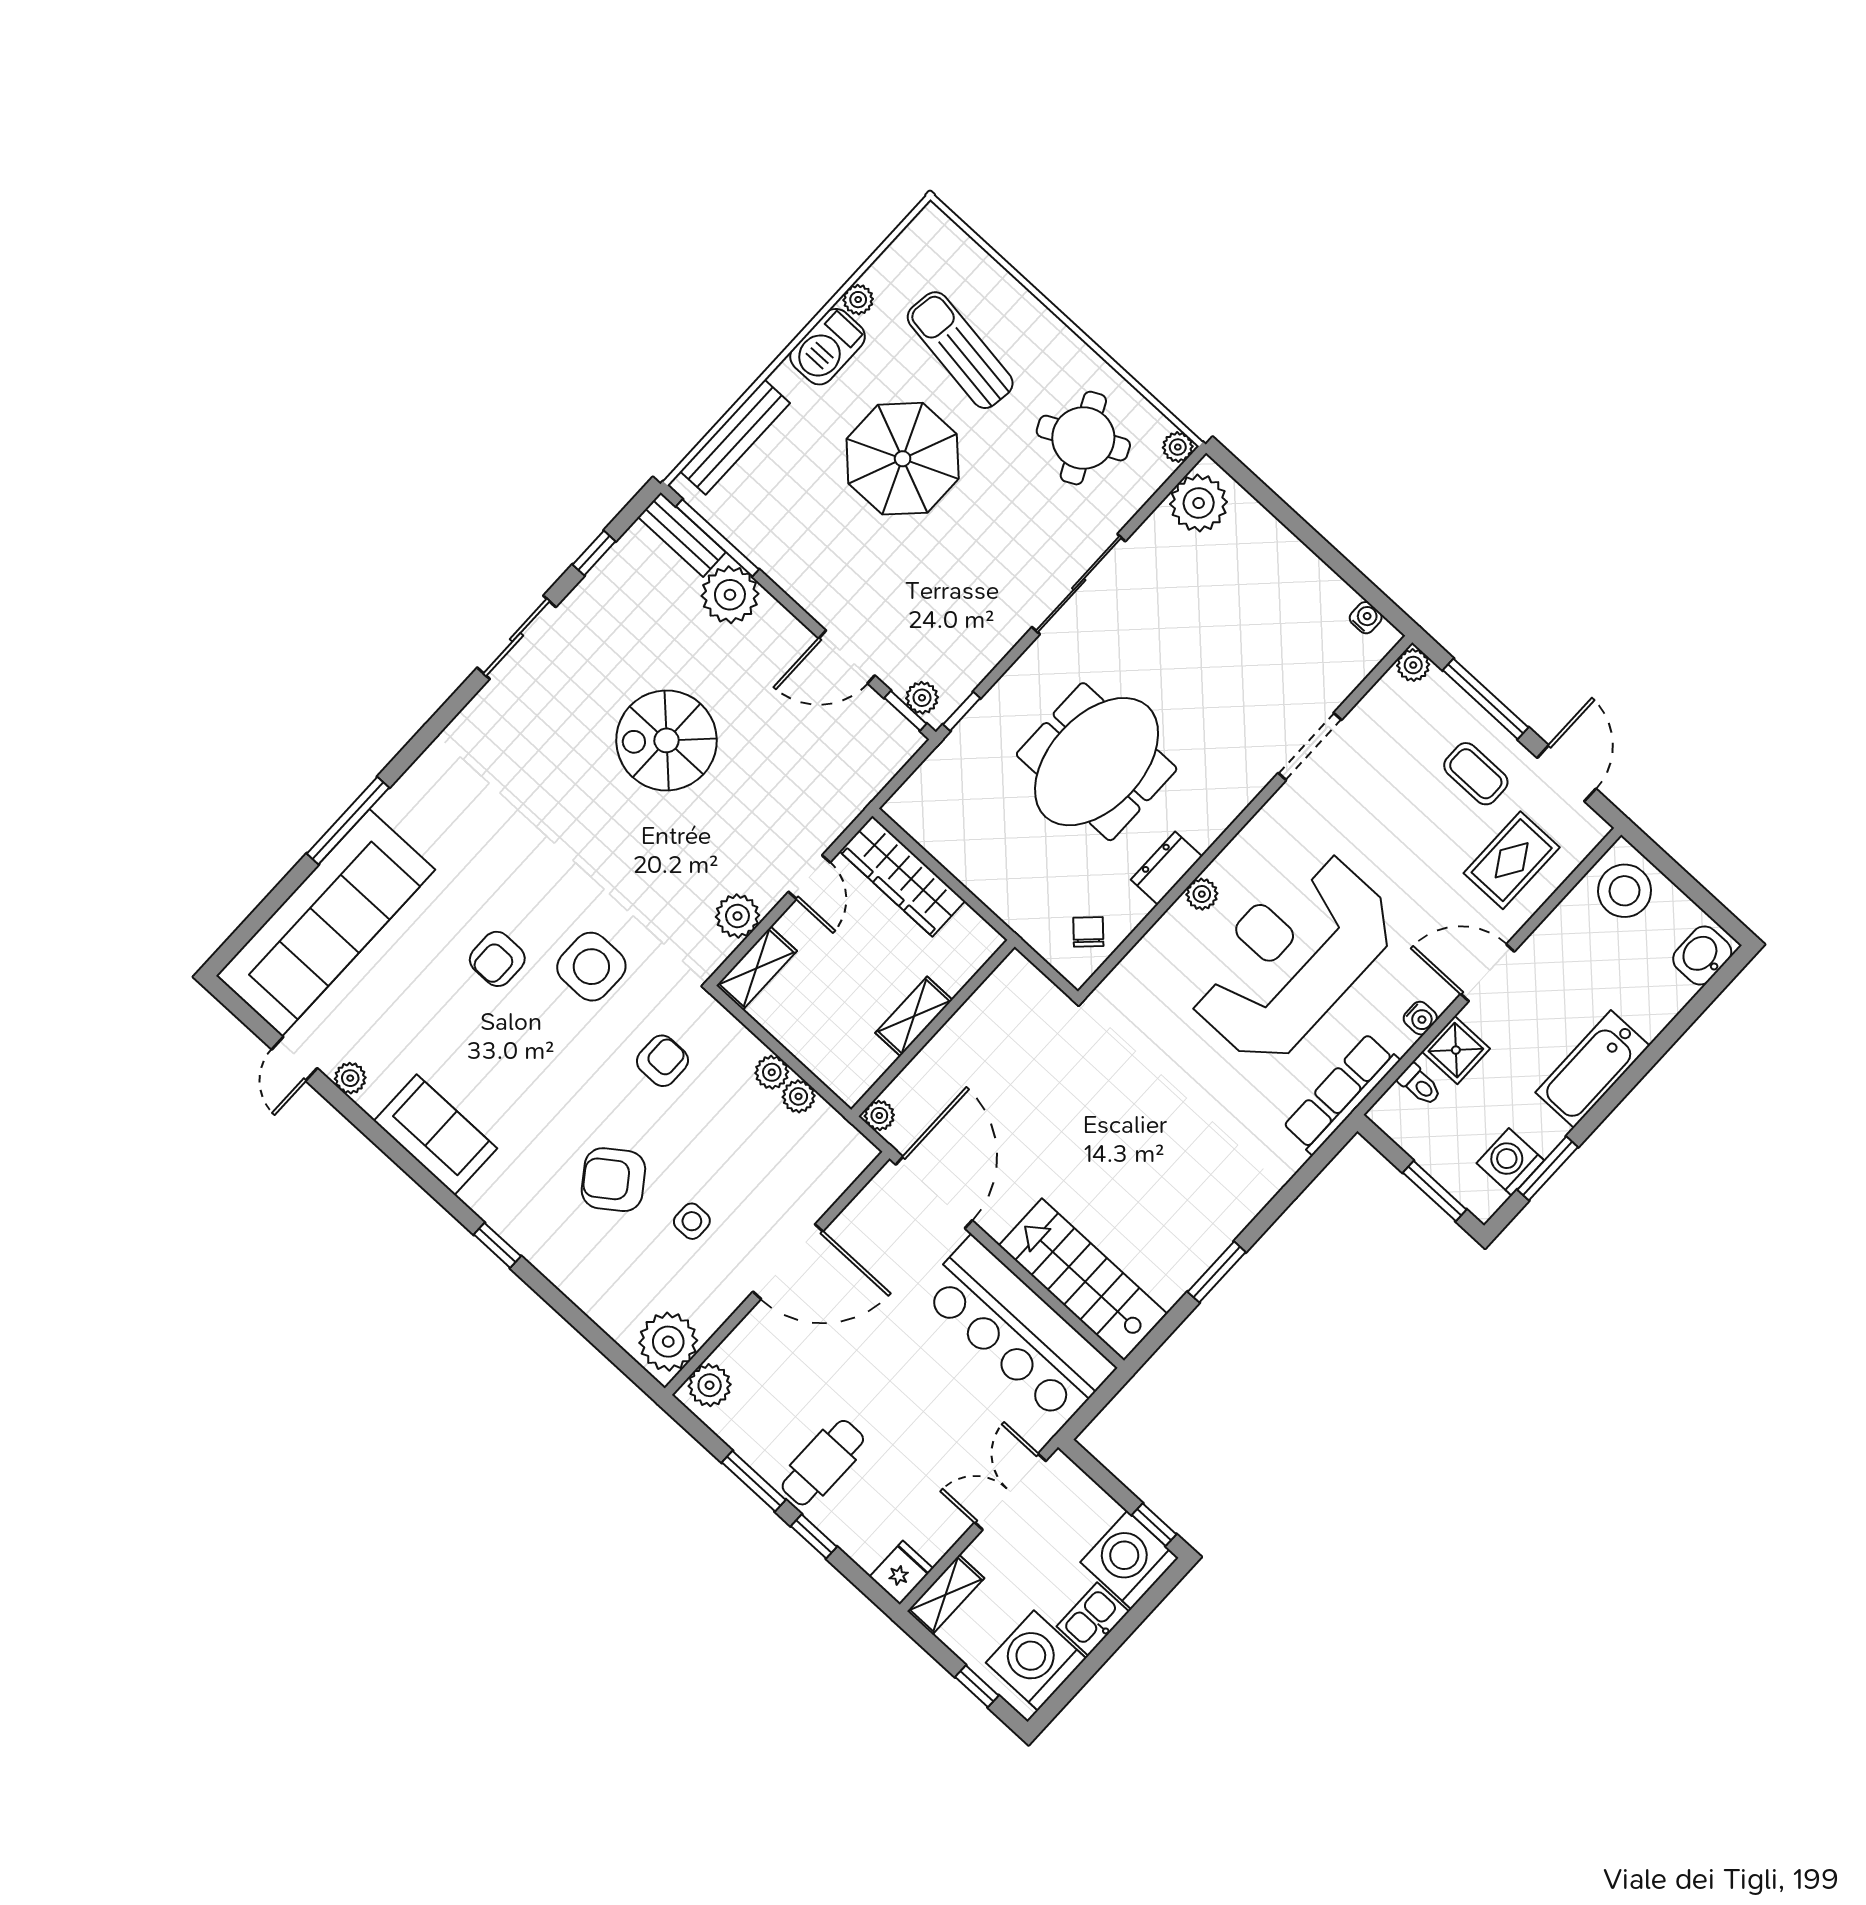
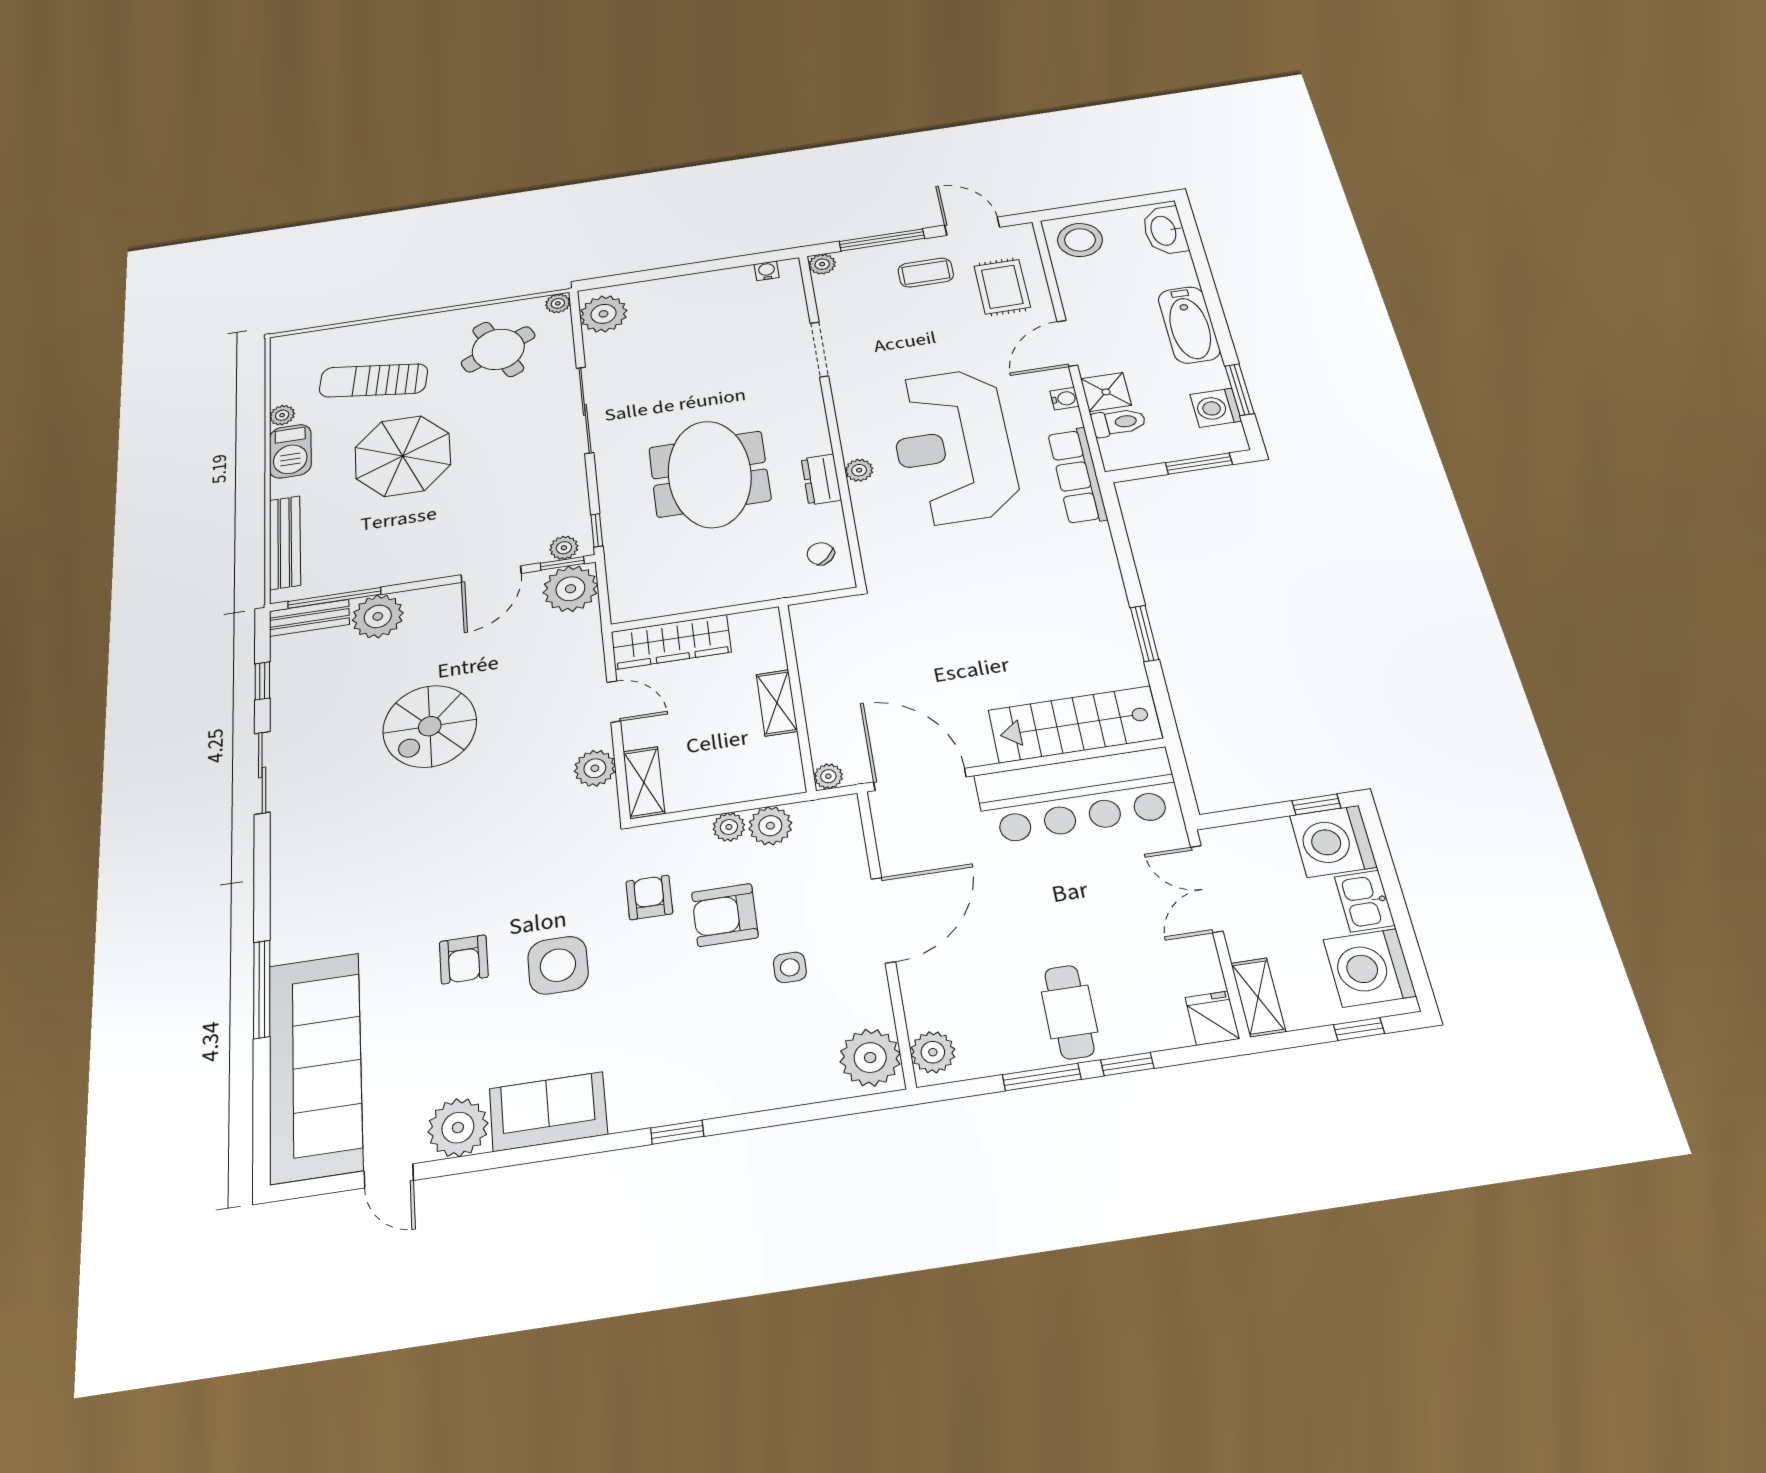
plant: (886, 741) -> (570, 589), added
washbasin: (1702, 955) -> (1164, 231), width x1.38
side table: (591, 967) -> (558, 965), moved
plant: (350, 1078) -> (458, 1128), width x1.87, depth x1.87
toilet: (1420, 1085) -> (1119, 422), width x1.37, depth x1.39
plant: (799, 1096) -> (770, 826), width x1.38, depth x1.38
armchair: (613, 1180) -> (725, 915), moved, turned 36

